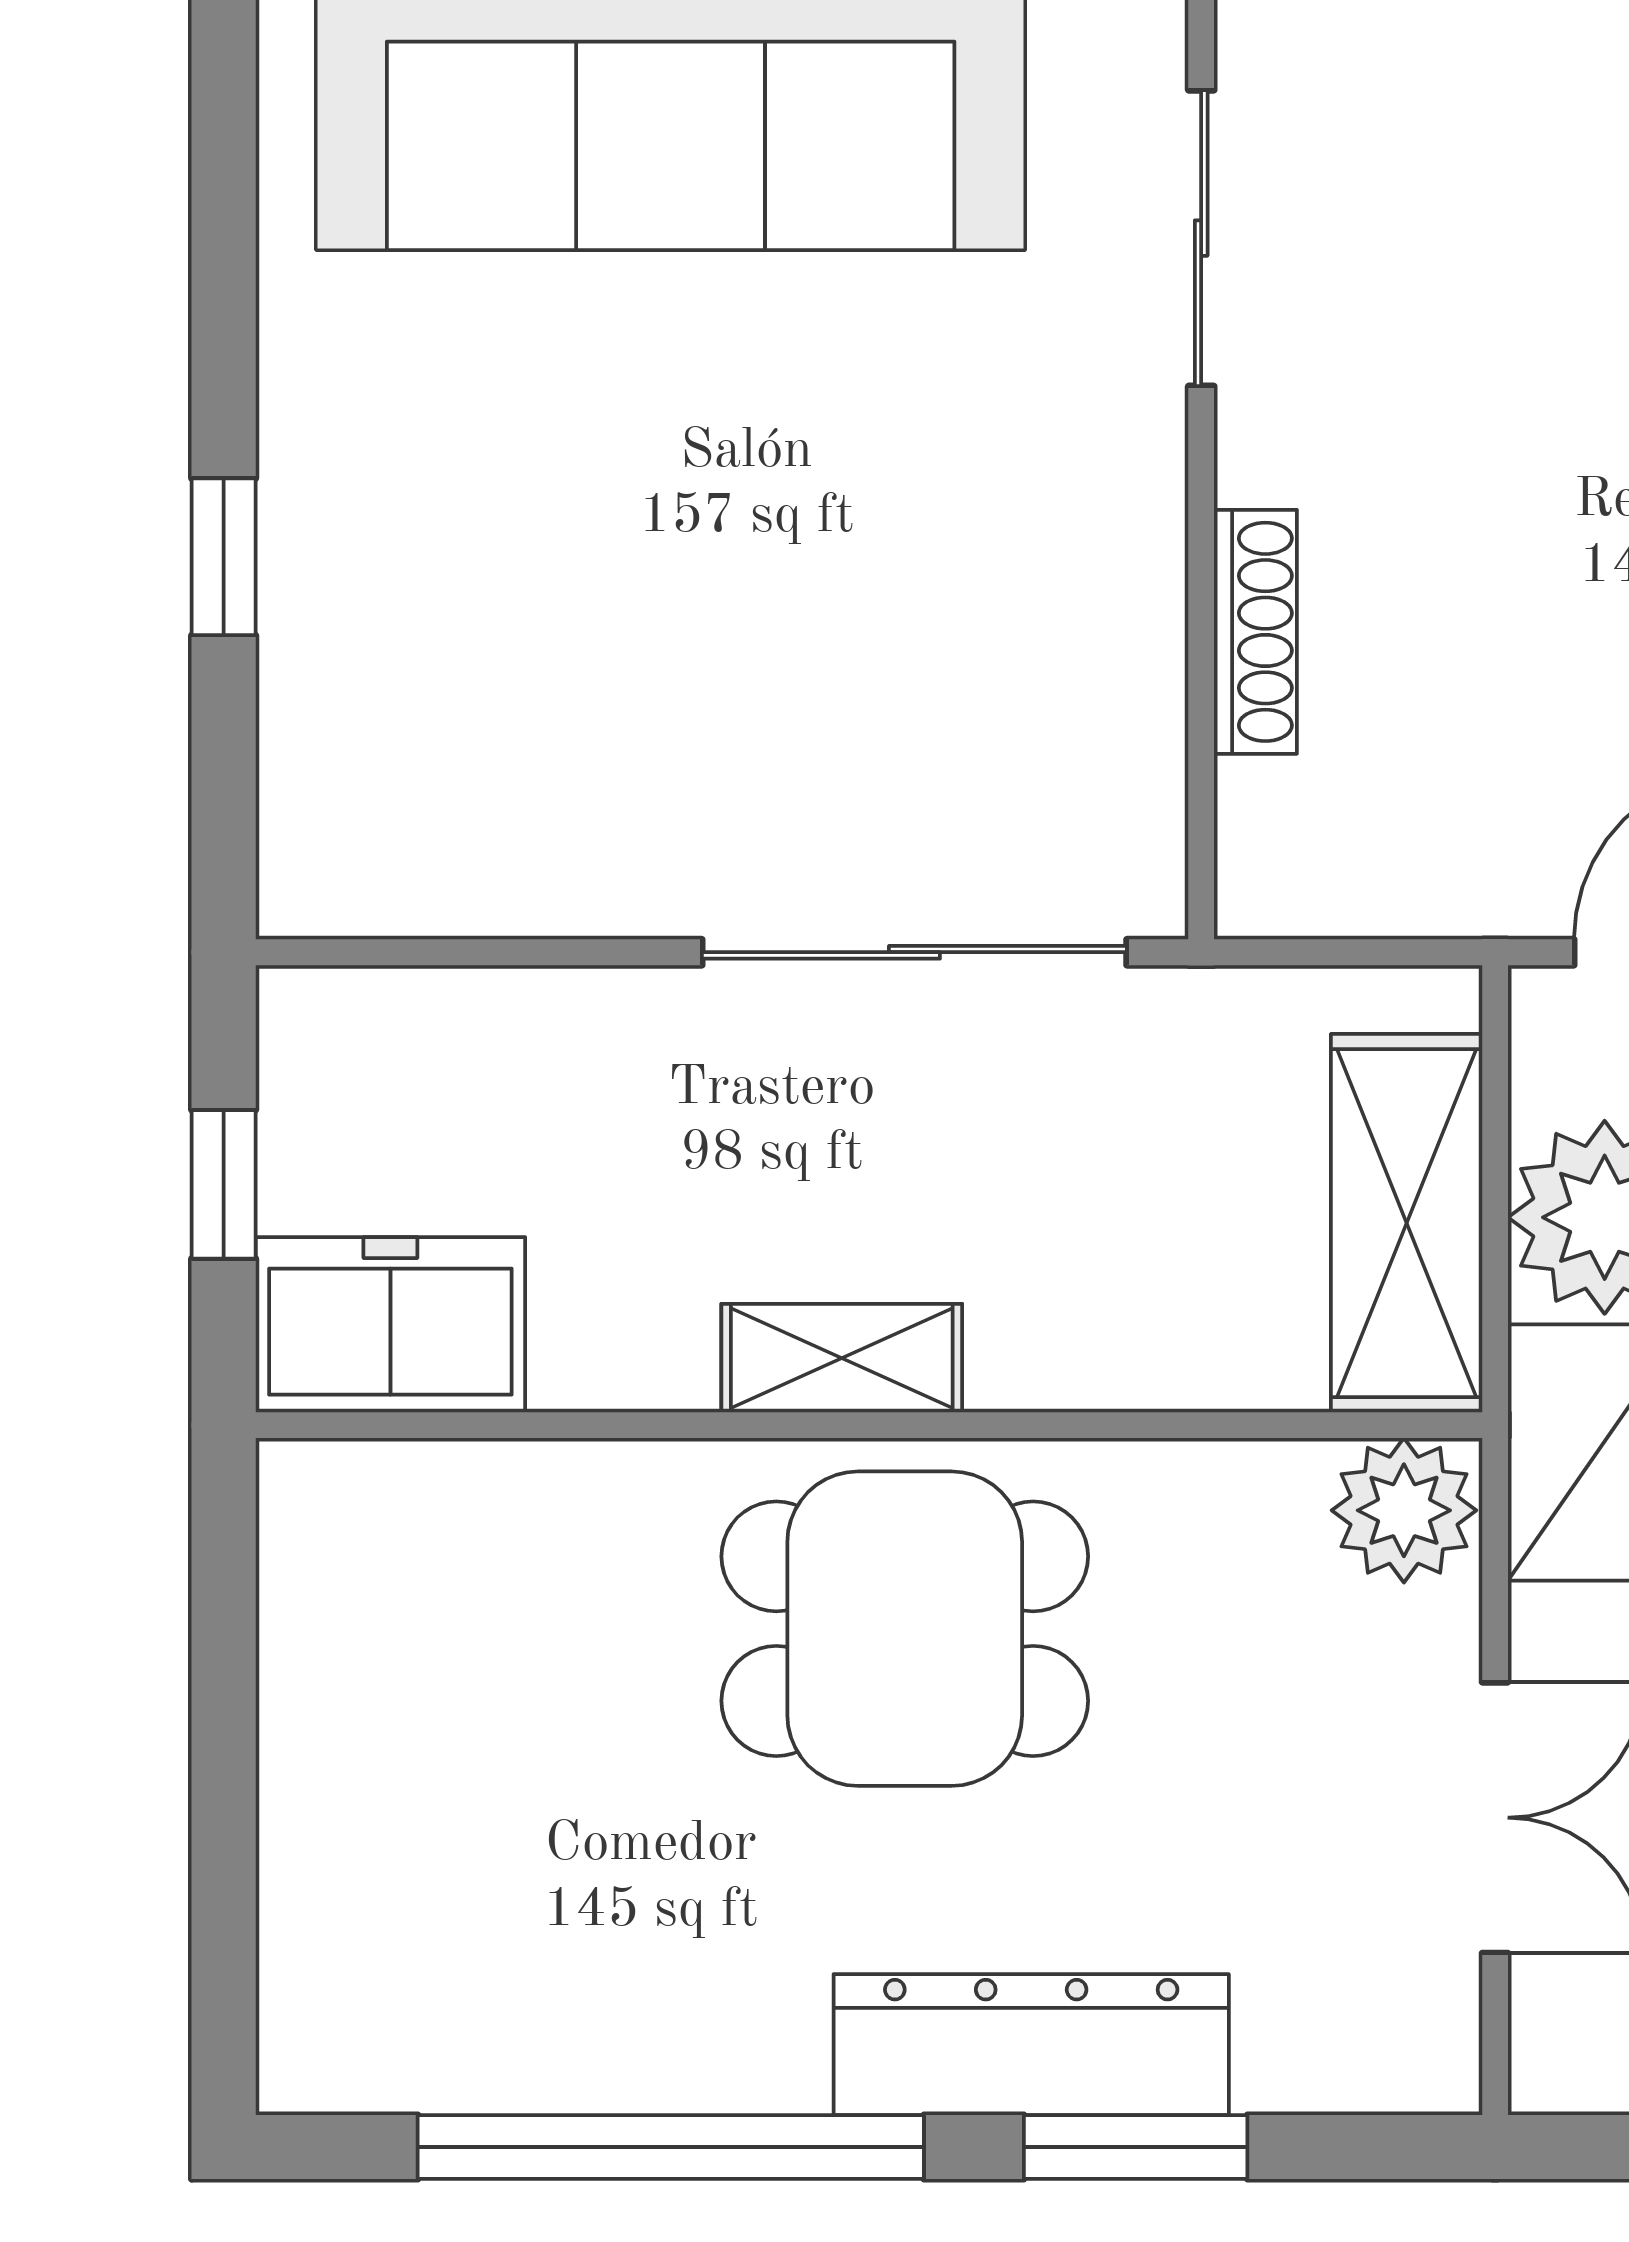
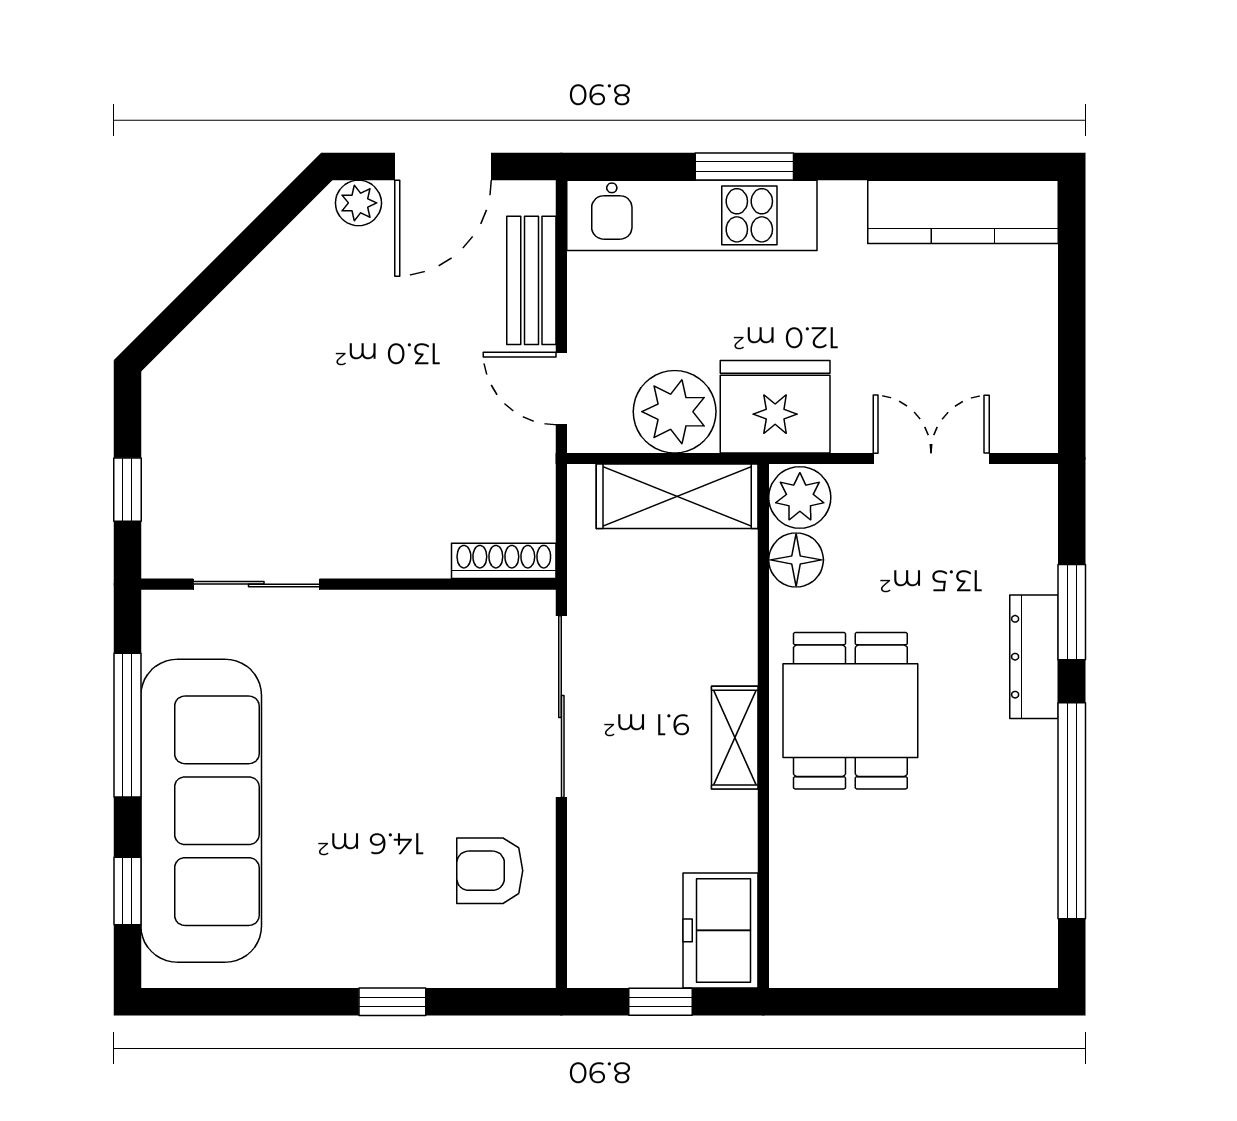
shoe rack: (1255, 632) -> (504, 561), moved
armchair: (530, 785) -> (490, 871), added
floor lamp: (1258, 1502) -> (796, 560), added
dresser: (1031, 2045) -> (1034, 657), width x0.73, depth x0.80

